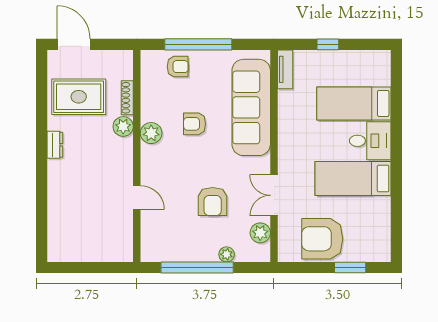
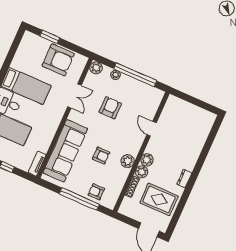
plant: (123, 148) -> (147, 160), added
plant: (260, 233) -> (96, 68), moved

